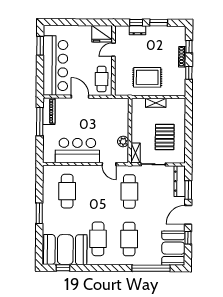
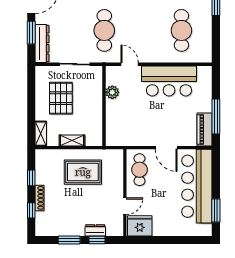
shelving: (136, 153) -> (41, 134), moved

